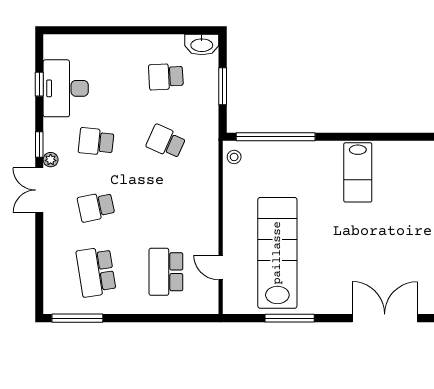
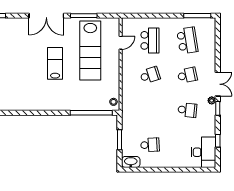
desk: (66, 88) -> (204, 152), moved
school desk: (166, 142) -> (150, 75), moved, turned -42
lab bench: (358, 172) -> (55, 63), moved
door: (221, 268) -> (121, 43), hinge flipped
double door: (385, 318) -> (46, 16), moved

